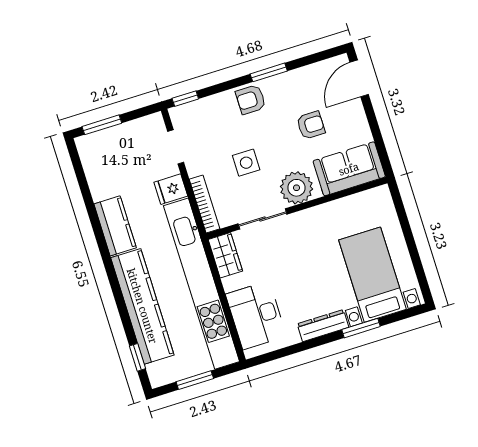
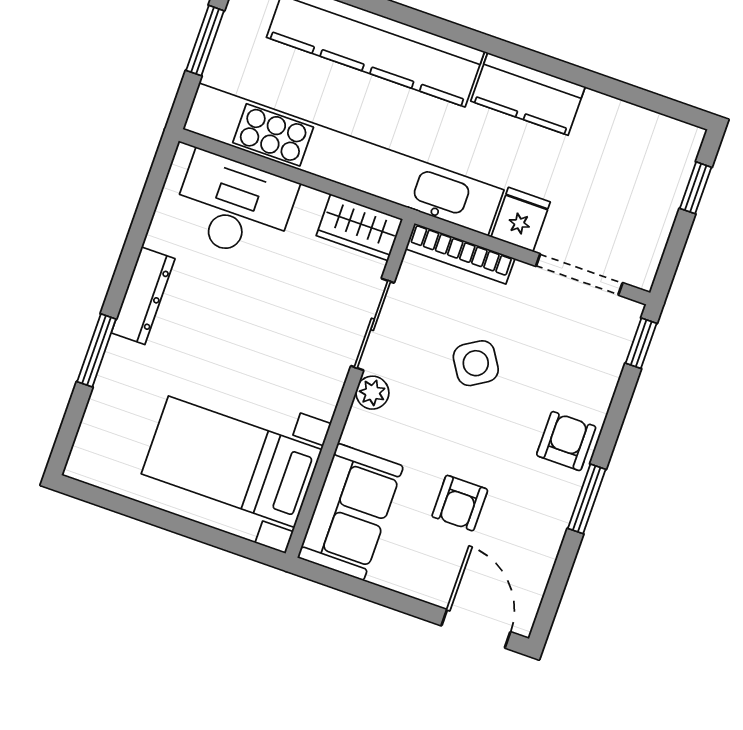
window: (102, 125) -> (696, 188), width x0.67
doorway: (176, 147) -> (579, 274), width x1.38
side table: (246, 163) -> (476, 363), turned -32
plant: (296, 188) -> (372, 393), width x0.53, depth x0.53
bed with nightstands: (372, 275) -> (232, 462), moved, turned 180

